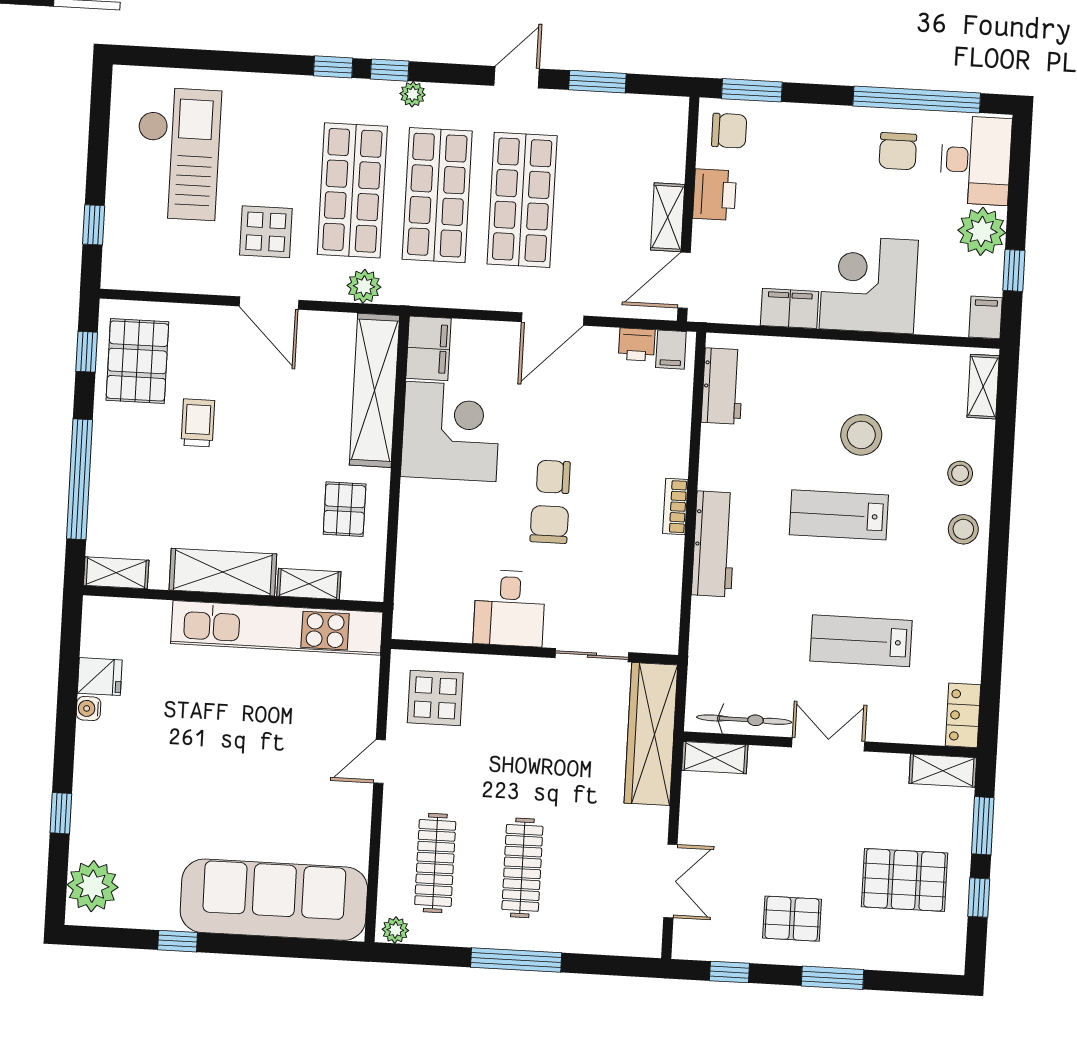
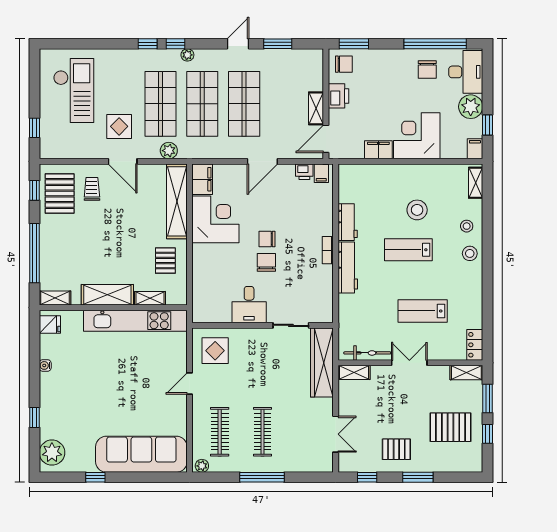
workbench: (722, 386) -> (348, 222), moved
trolley: (198, 423) -> (92, 189), moved
fridge: (100, 677) -> (50, 324), moved

